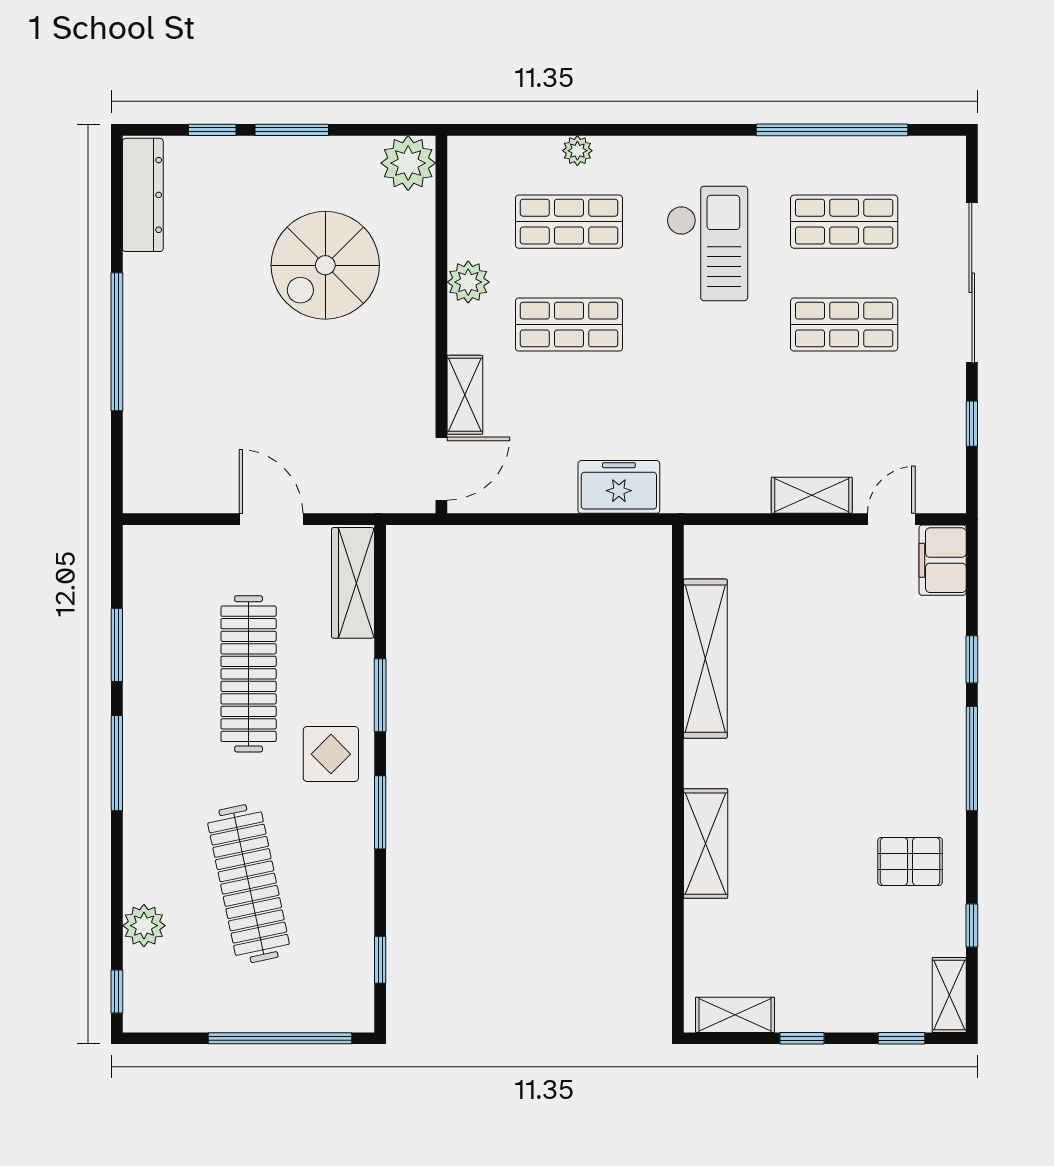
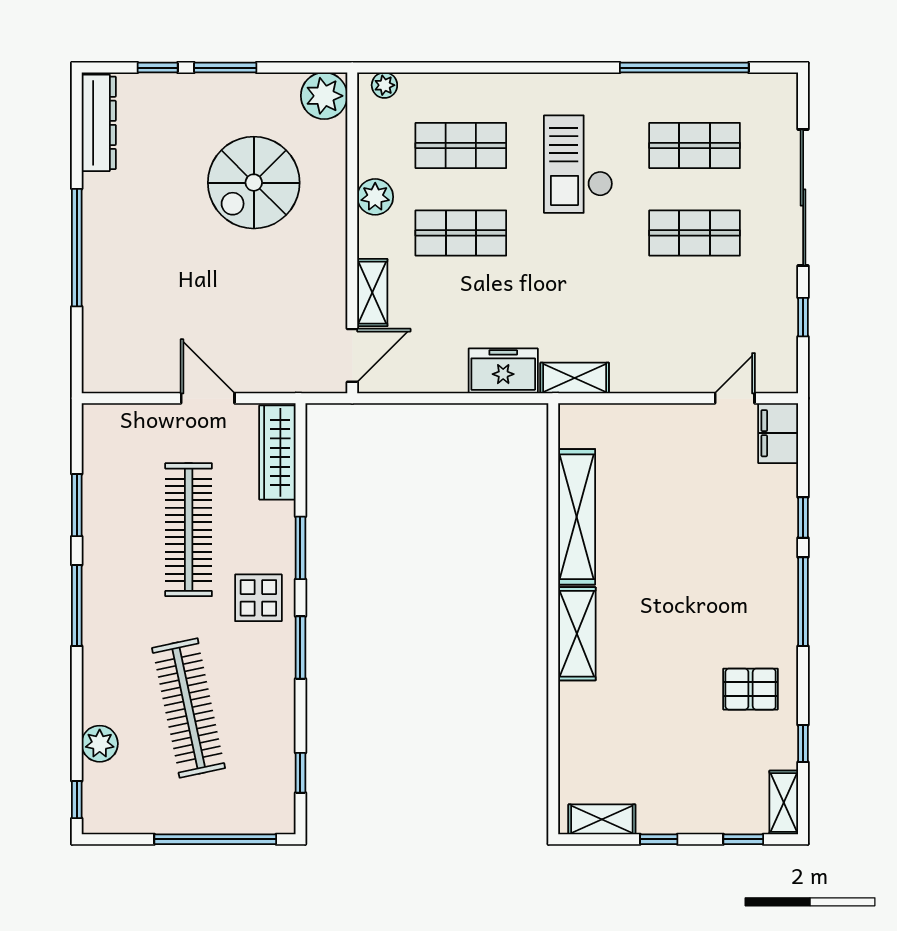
plant: (577, 151) -> (384, 85), moved
checkout: (707, 243) -> (578, 164), turned 180
shelving: (812, 495) -> (575, 378), moved
shelving: (706, 844) -> (577, 634), moved

